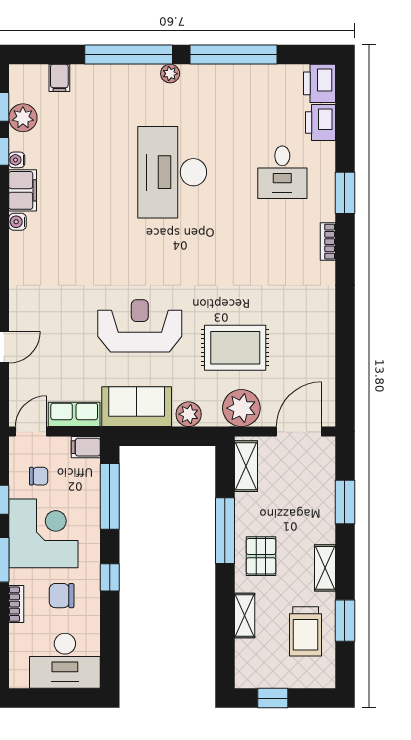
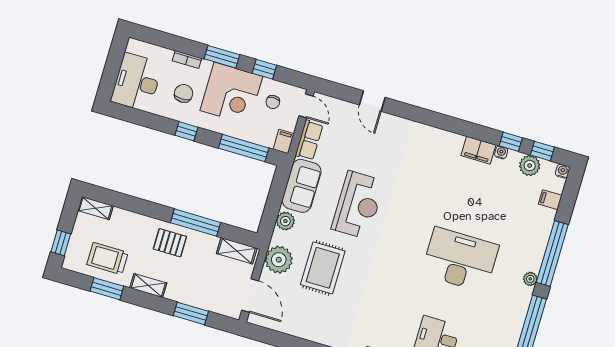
water cooler: (18, 222) -> (563, 171), moved
shelving: (245, 616) -> (96, 208), moved
window: (273, 698) -> (61, 243), moved

